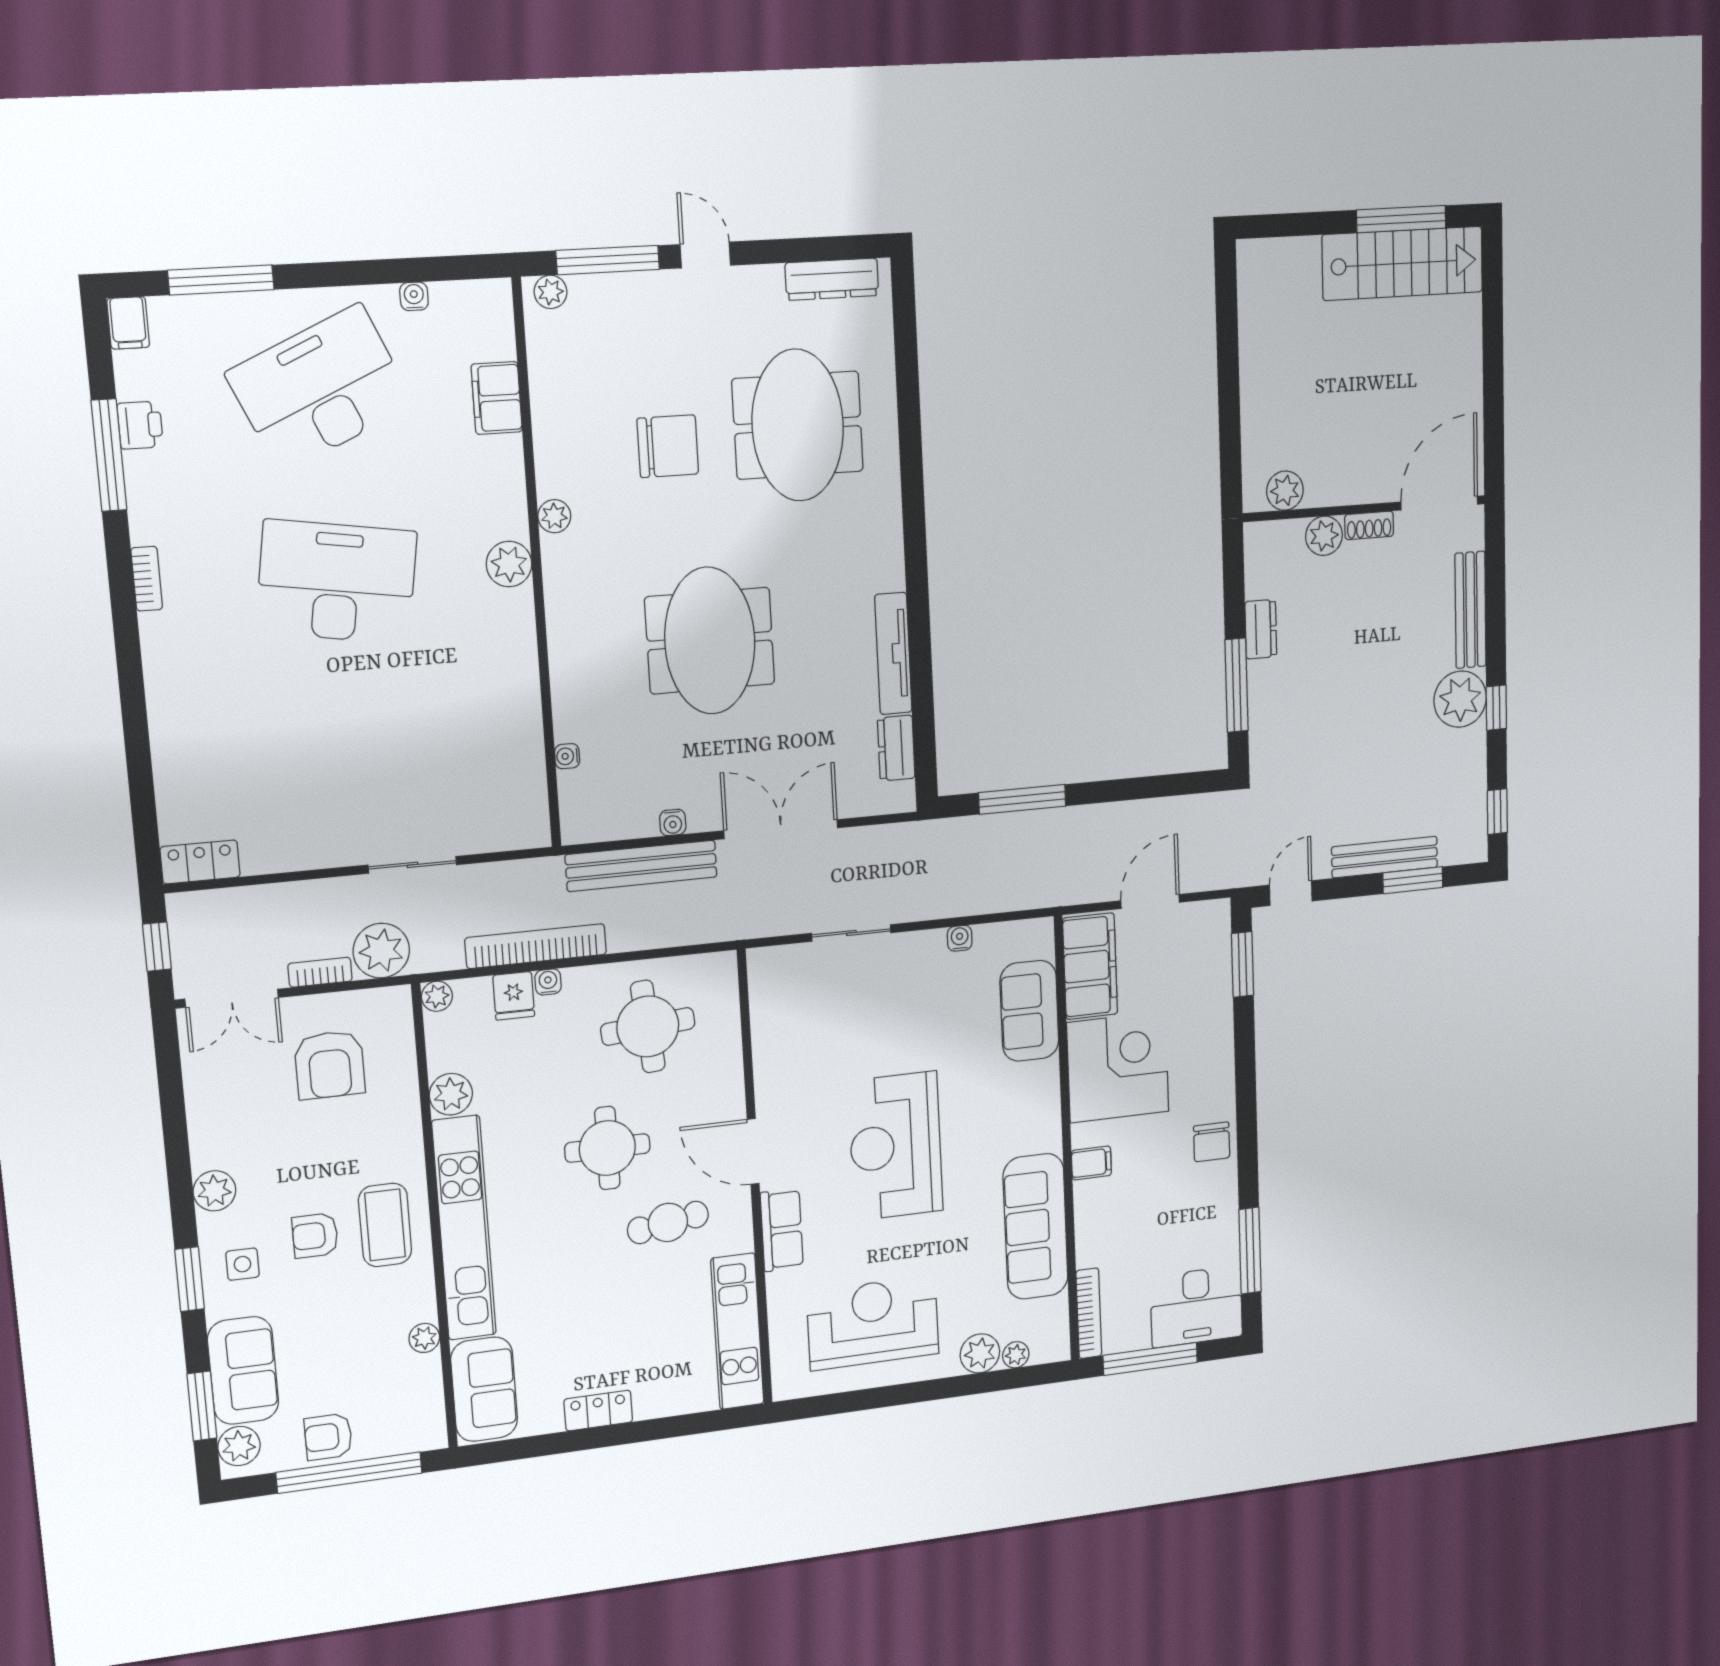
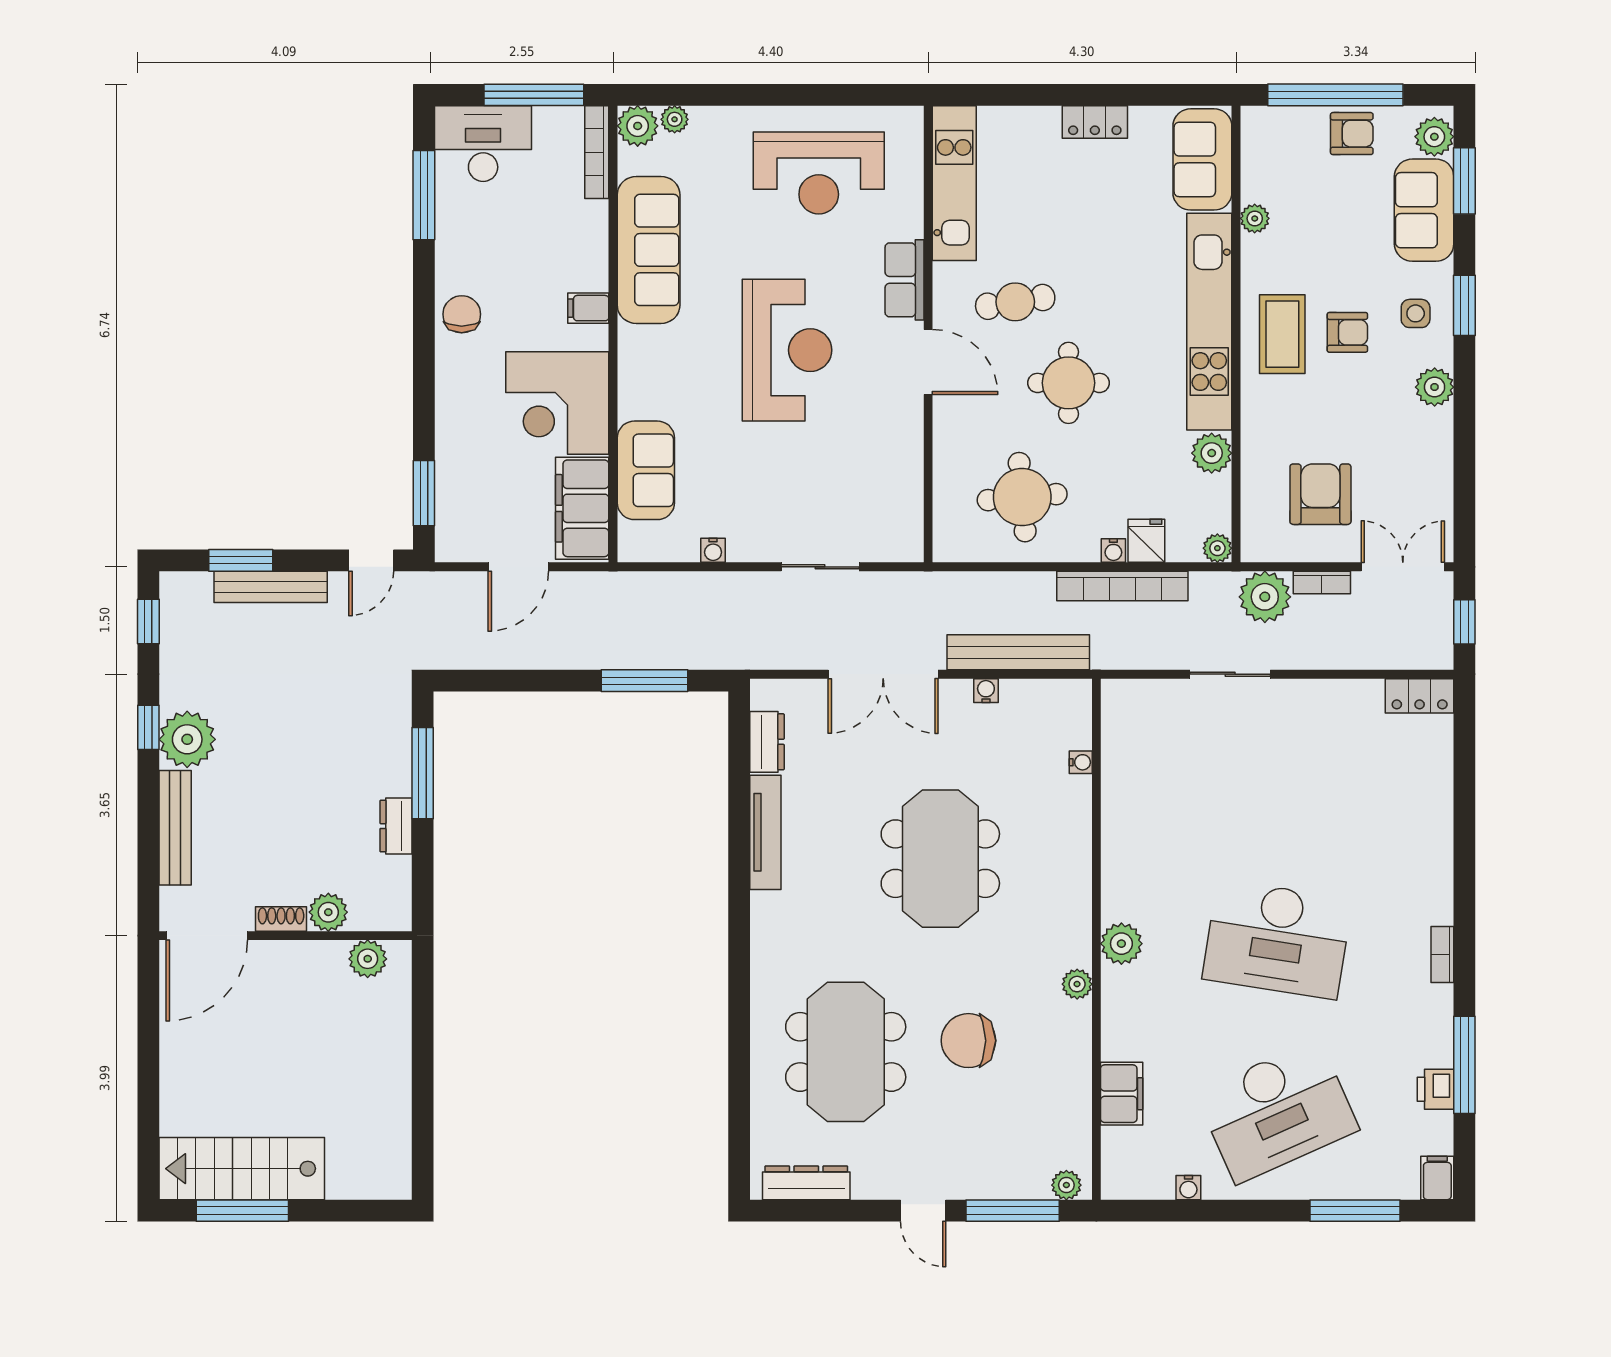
plant: (980, 1353) -> (638, 126), moved

